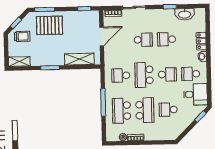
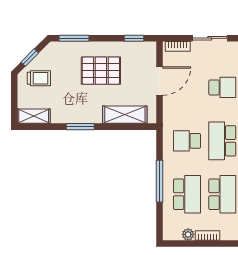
pallet: (50, 25) -> (101, 71), moved
school desk: (121, 111) -> (187, 194), turned 180

